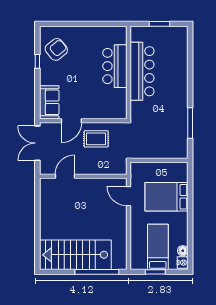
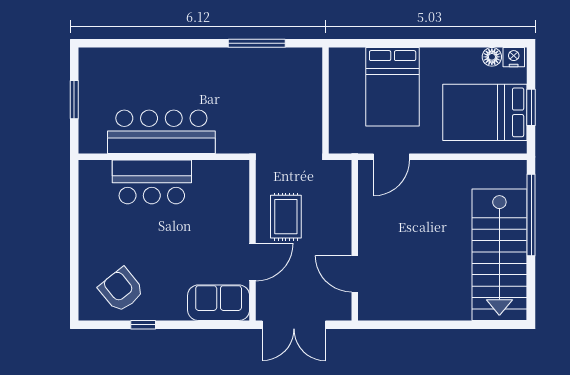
door: (71, 121) -> (253, 262), hinge flipped
bed: (158, 247) -> (485, 112), width x1.50

